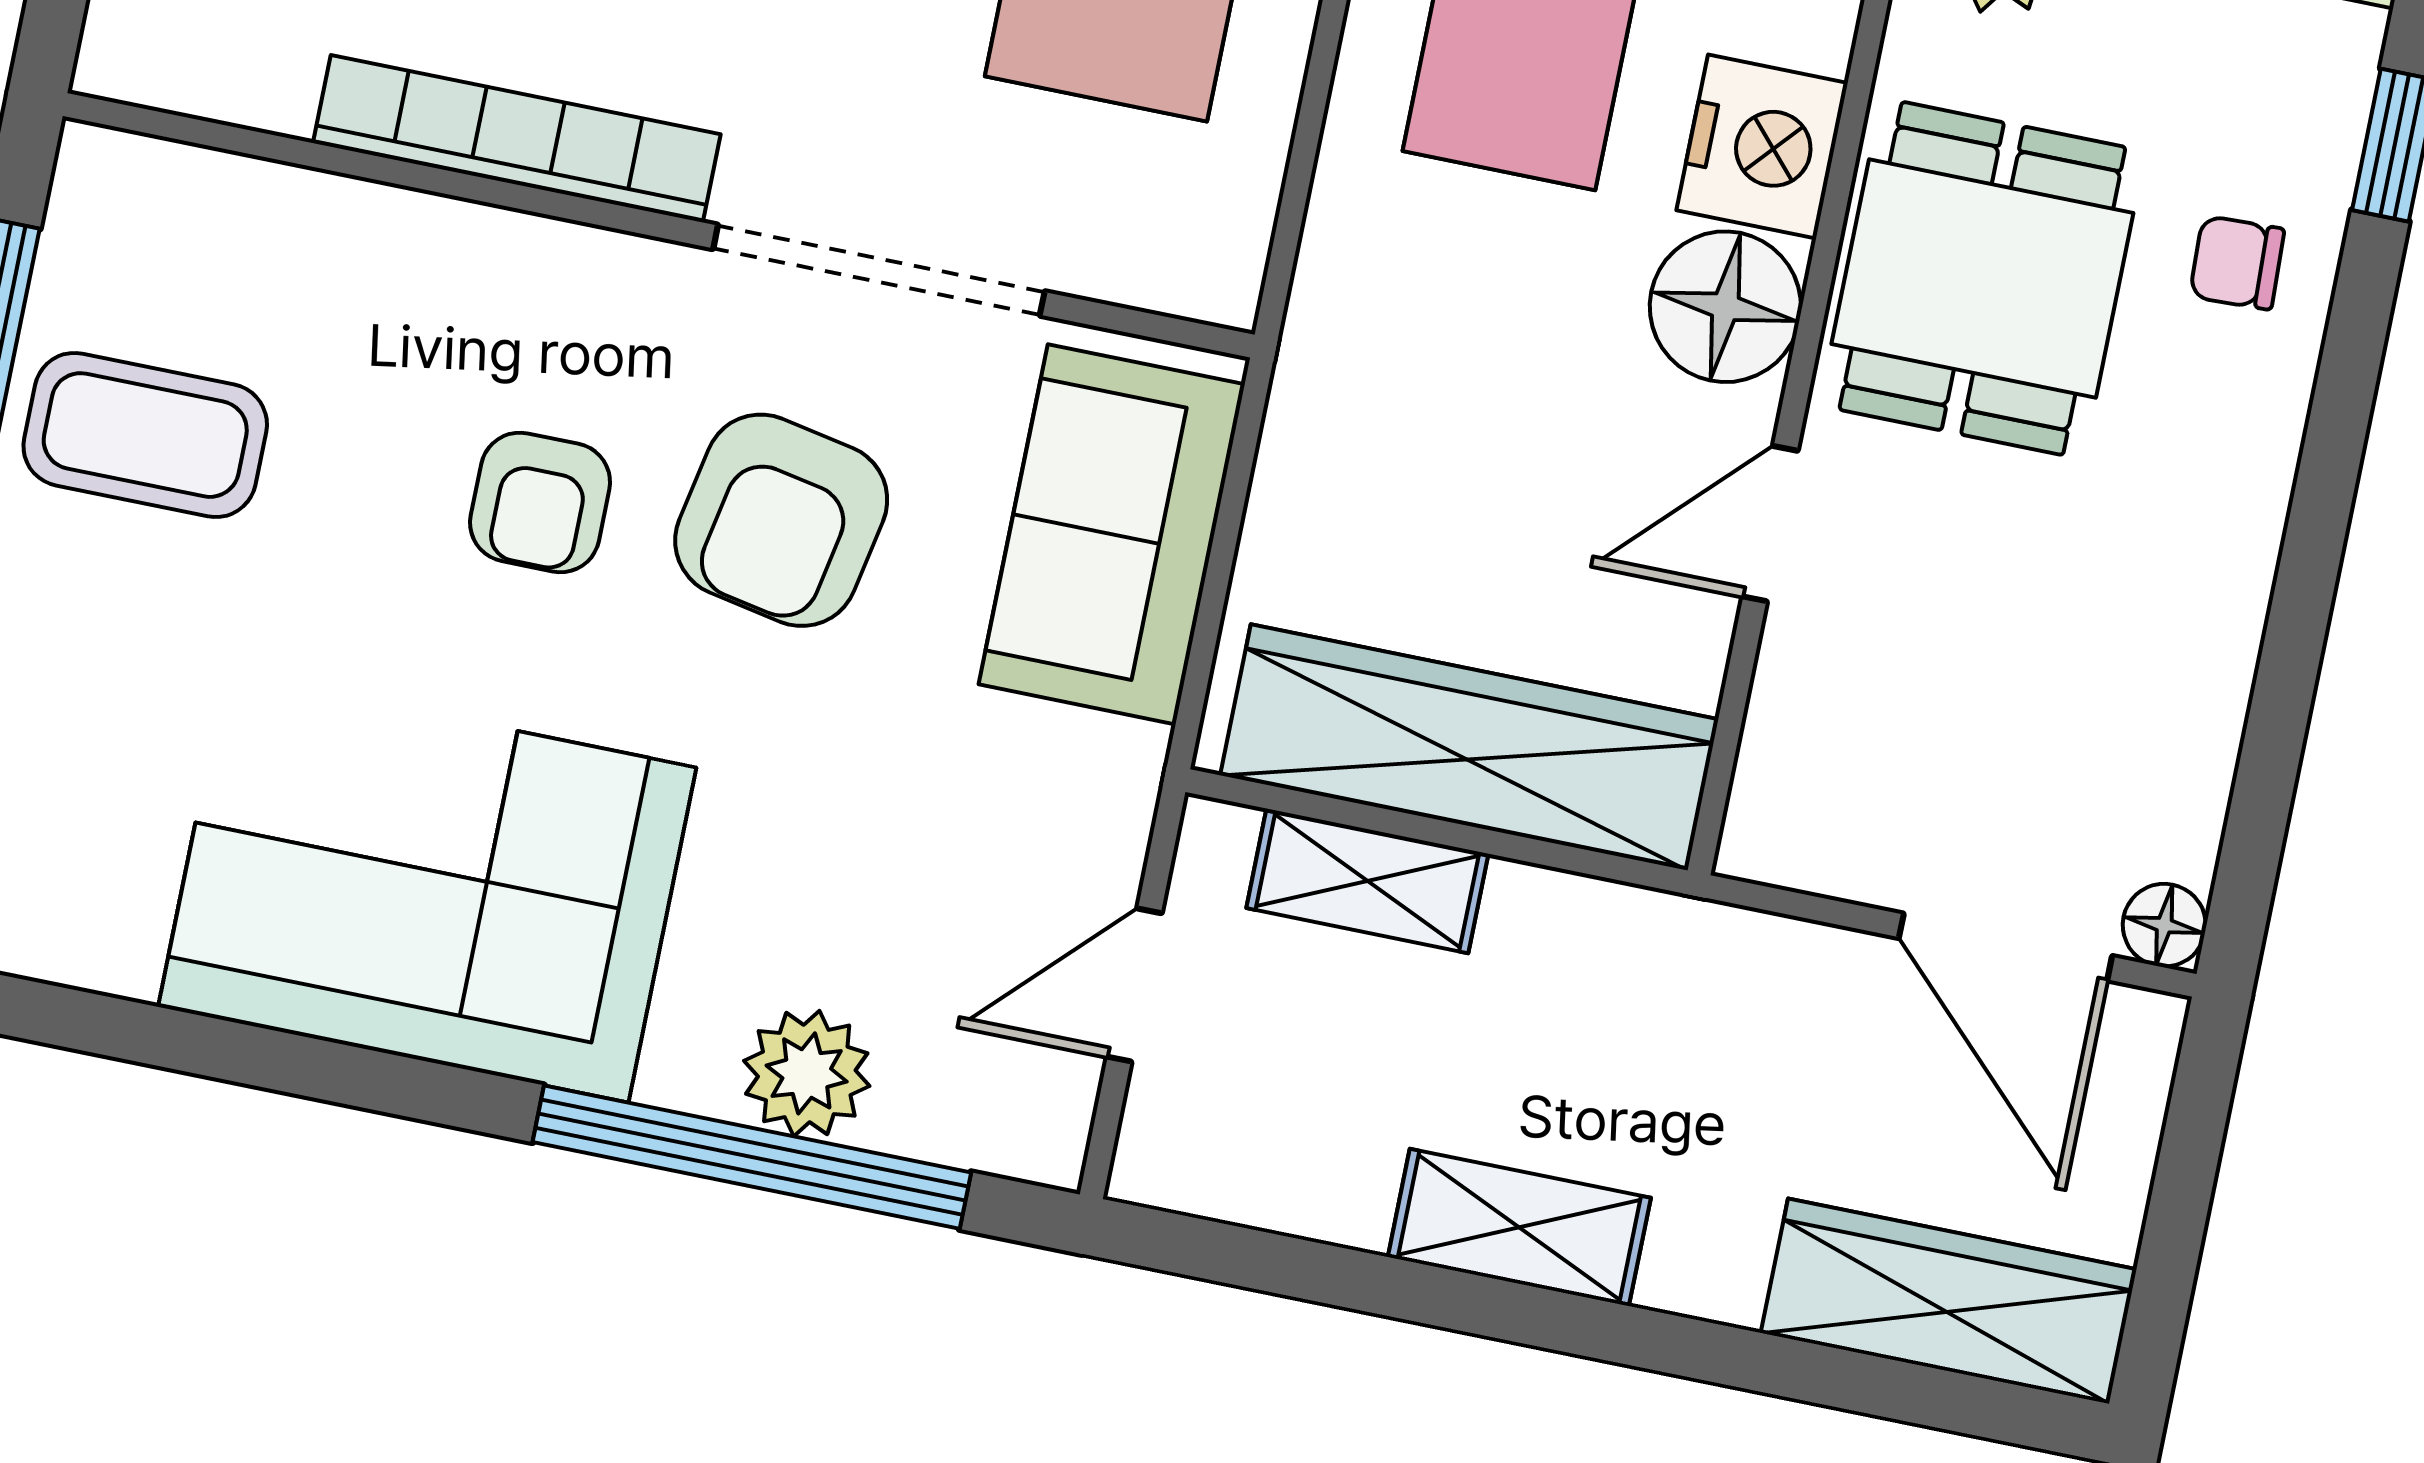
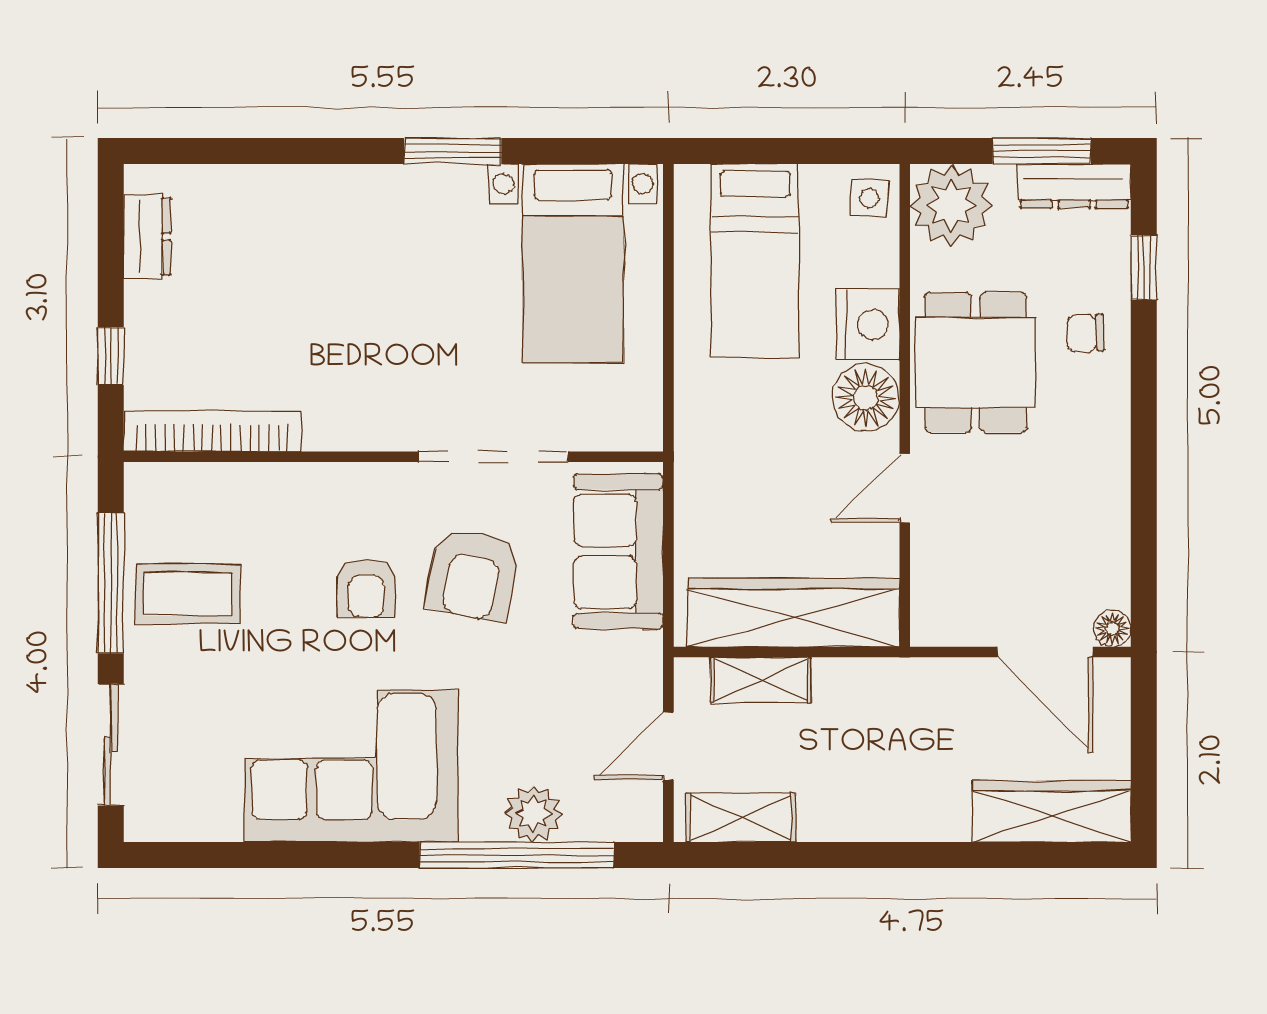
bookcase: (517, 139) -> (212, 432), moved
shelving: (1519, 1227) -> (741, 818), moved

